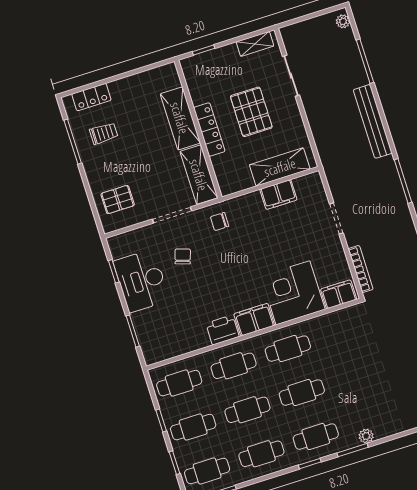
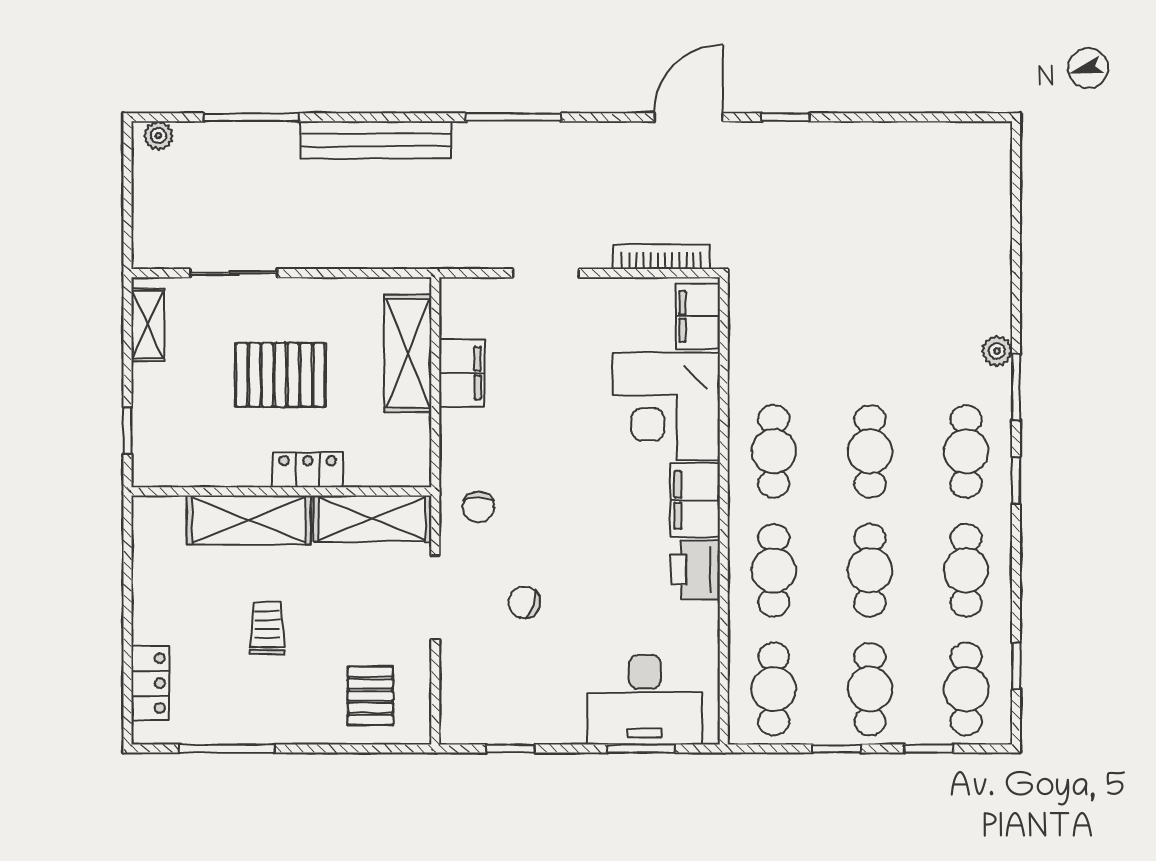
locker: (209, 130) -> (308, 470), width x0.66
trolley: (104, 133) -> (267, 628), moved
desk: (141, 281) -> (645, 700), moved

